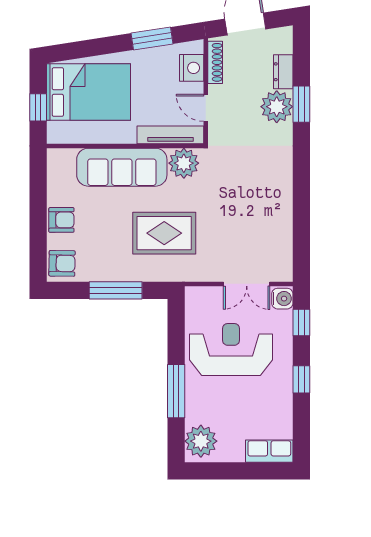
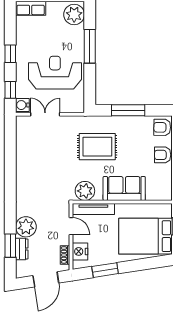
shoe rack: (215, 62) -> (65, 255), width x0.70
window: (301, 104) -> (10, 246), moved
sofa: (122, 167) -> (124, 188), width x0.73
reception desk: (231, 350) -> (55, 73), turned 180

